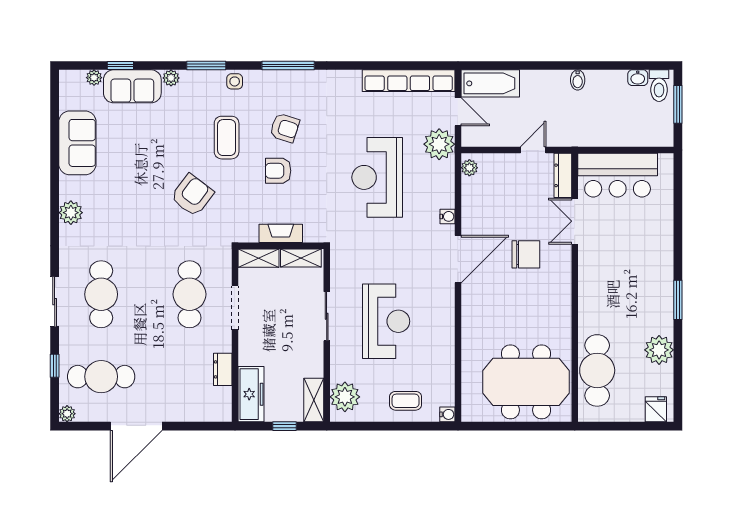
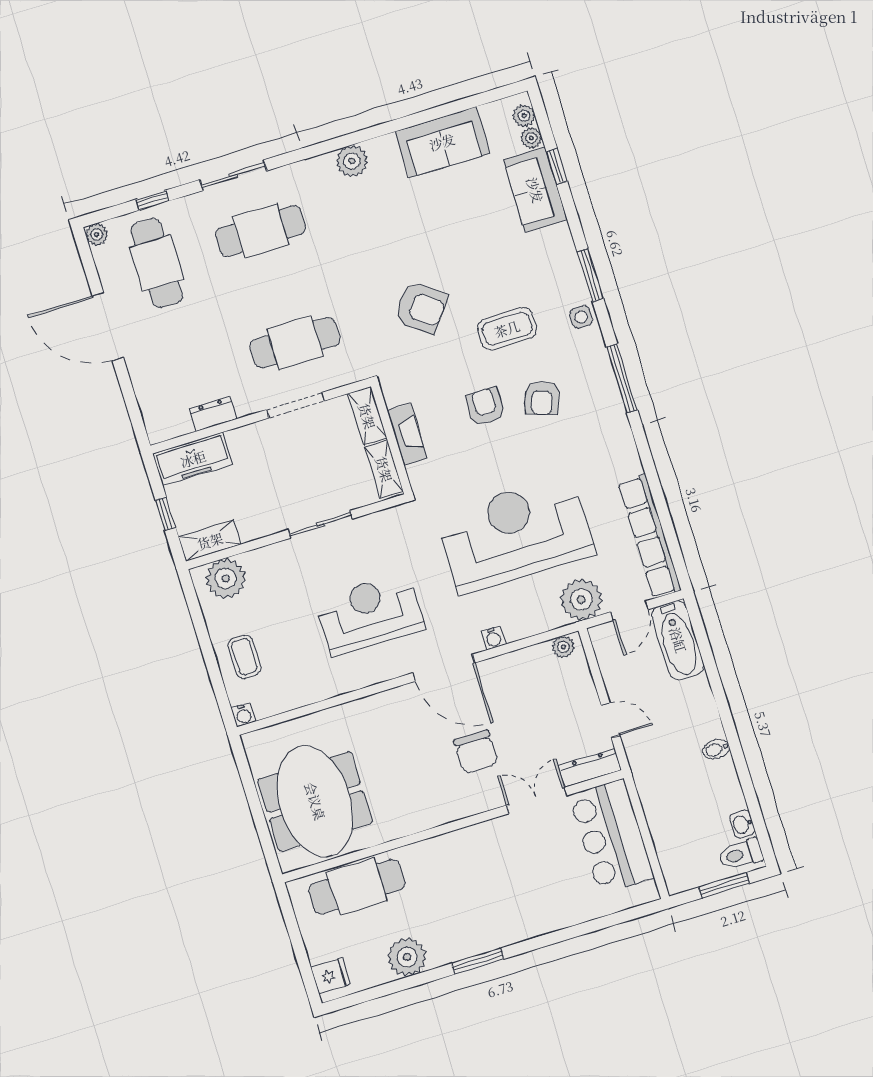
plant: (171, 78) -> (524, 116), moved
reception desk: (377, 177) -> (515, 534), width x1.36, depth x1.30
reception desk: (386, 321) -> (370, 614), moved, turned 180

